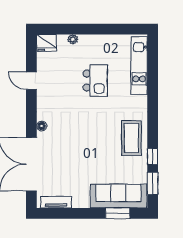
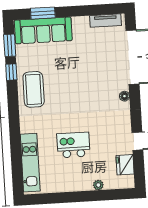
fridge: (46, 43) -> (125, 165), moved, turned -90
kitchen island: (95, 81) -> (73, 145), turned 90

